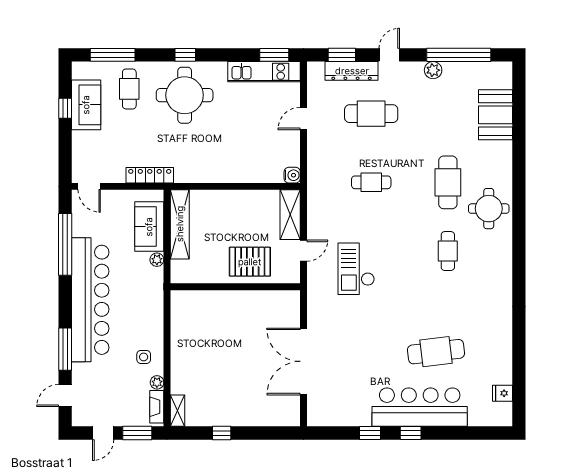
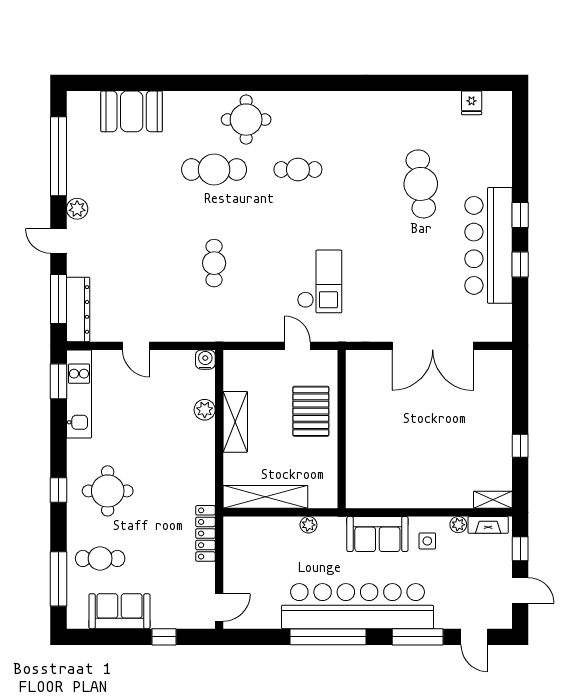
window: (342, 55) -> (58, 299), width x1.44
plant: (433, 70) -> (77, 209), moved
dresser: (352, 71) -> (78, 309), moved
round table: (185, 95) -> (108, 491), width x0.73, depth x0.73
window: (65, 108) -> (164, 637), moved
cafe table: (371, 114) -> (130, 263), removed
plant: (251, 175) -> (205, 410), added
shelving: (290, 215) -> (235, 422), moved, turned 90
sofa: (149, 227) -> (377, 534), moved
window: (65, 244) -> (328, 637), moved
checkout: (356, 269) -> (320, 281), turned -90
bar counter: (420, 407) -> (489, 245), moved
window: (137, 433) -> (520, 549), width x0.67

